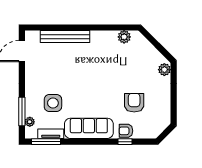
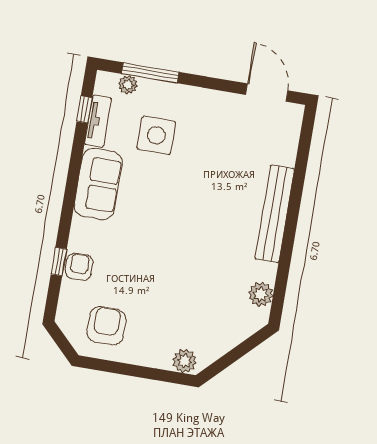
bench: (65, 37) -> (275, 214), moved
armchair: (134, 103) -> (106, 326), moved, turned -90
sofa: (89, 128) -> (98, 184), width x0.73
window: (46, 142) -> (84, 110), width x0.46

